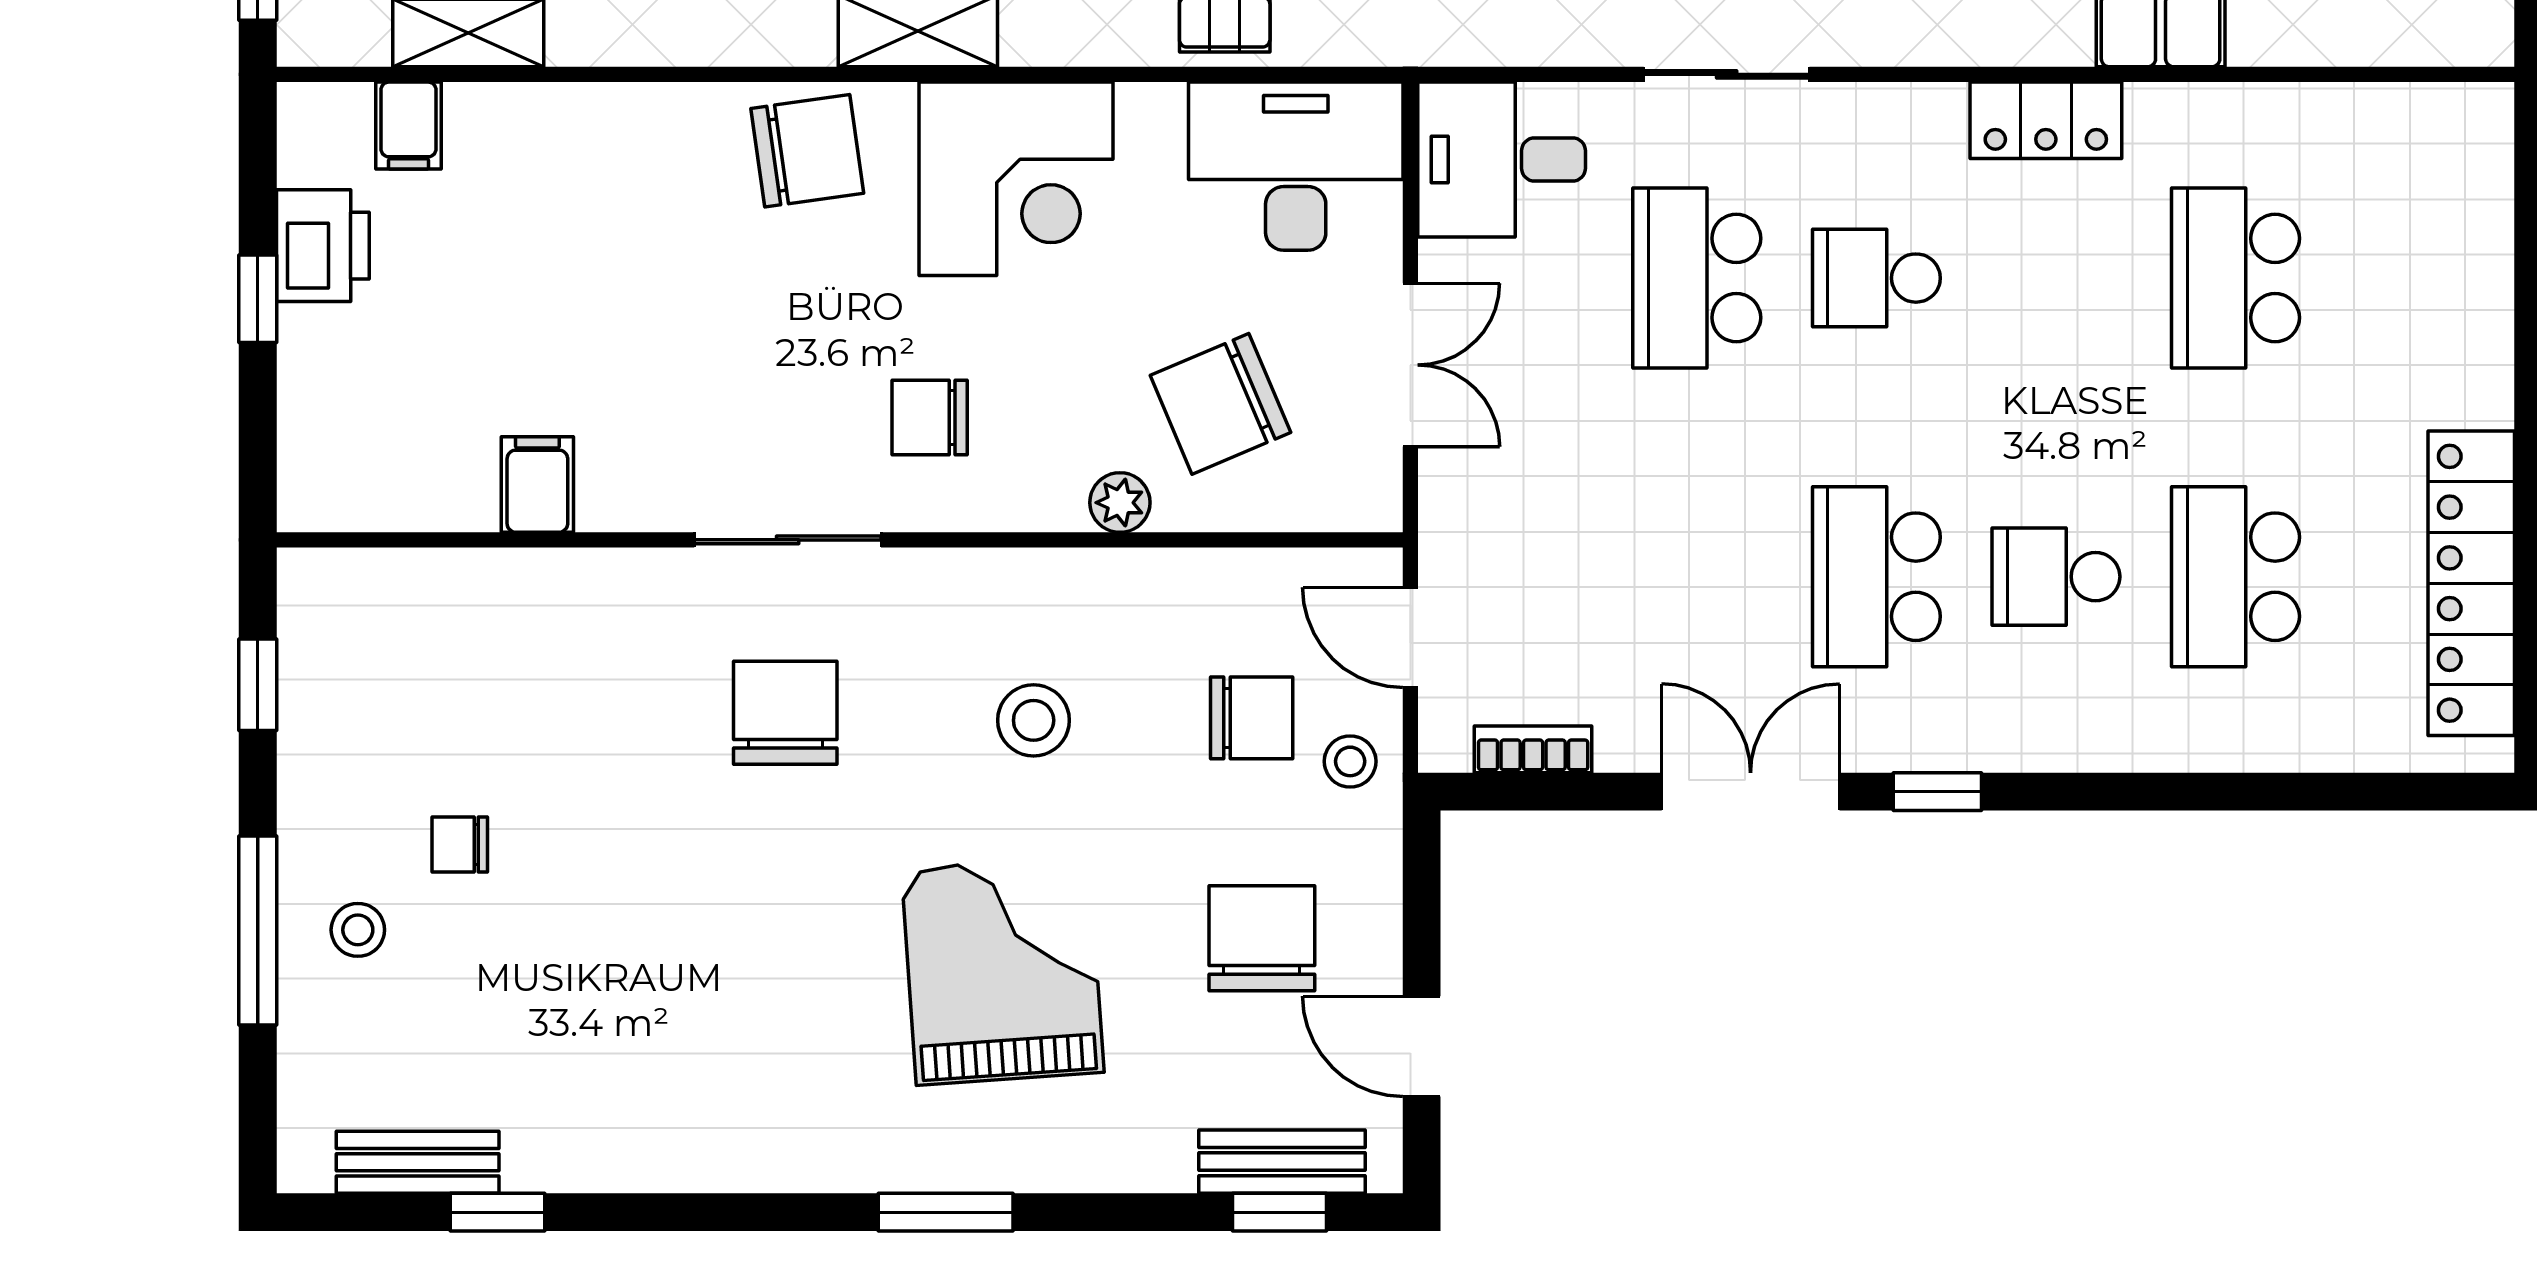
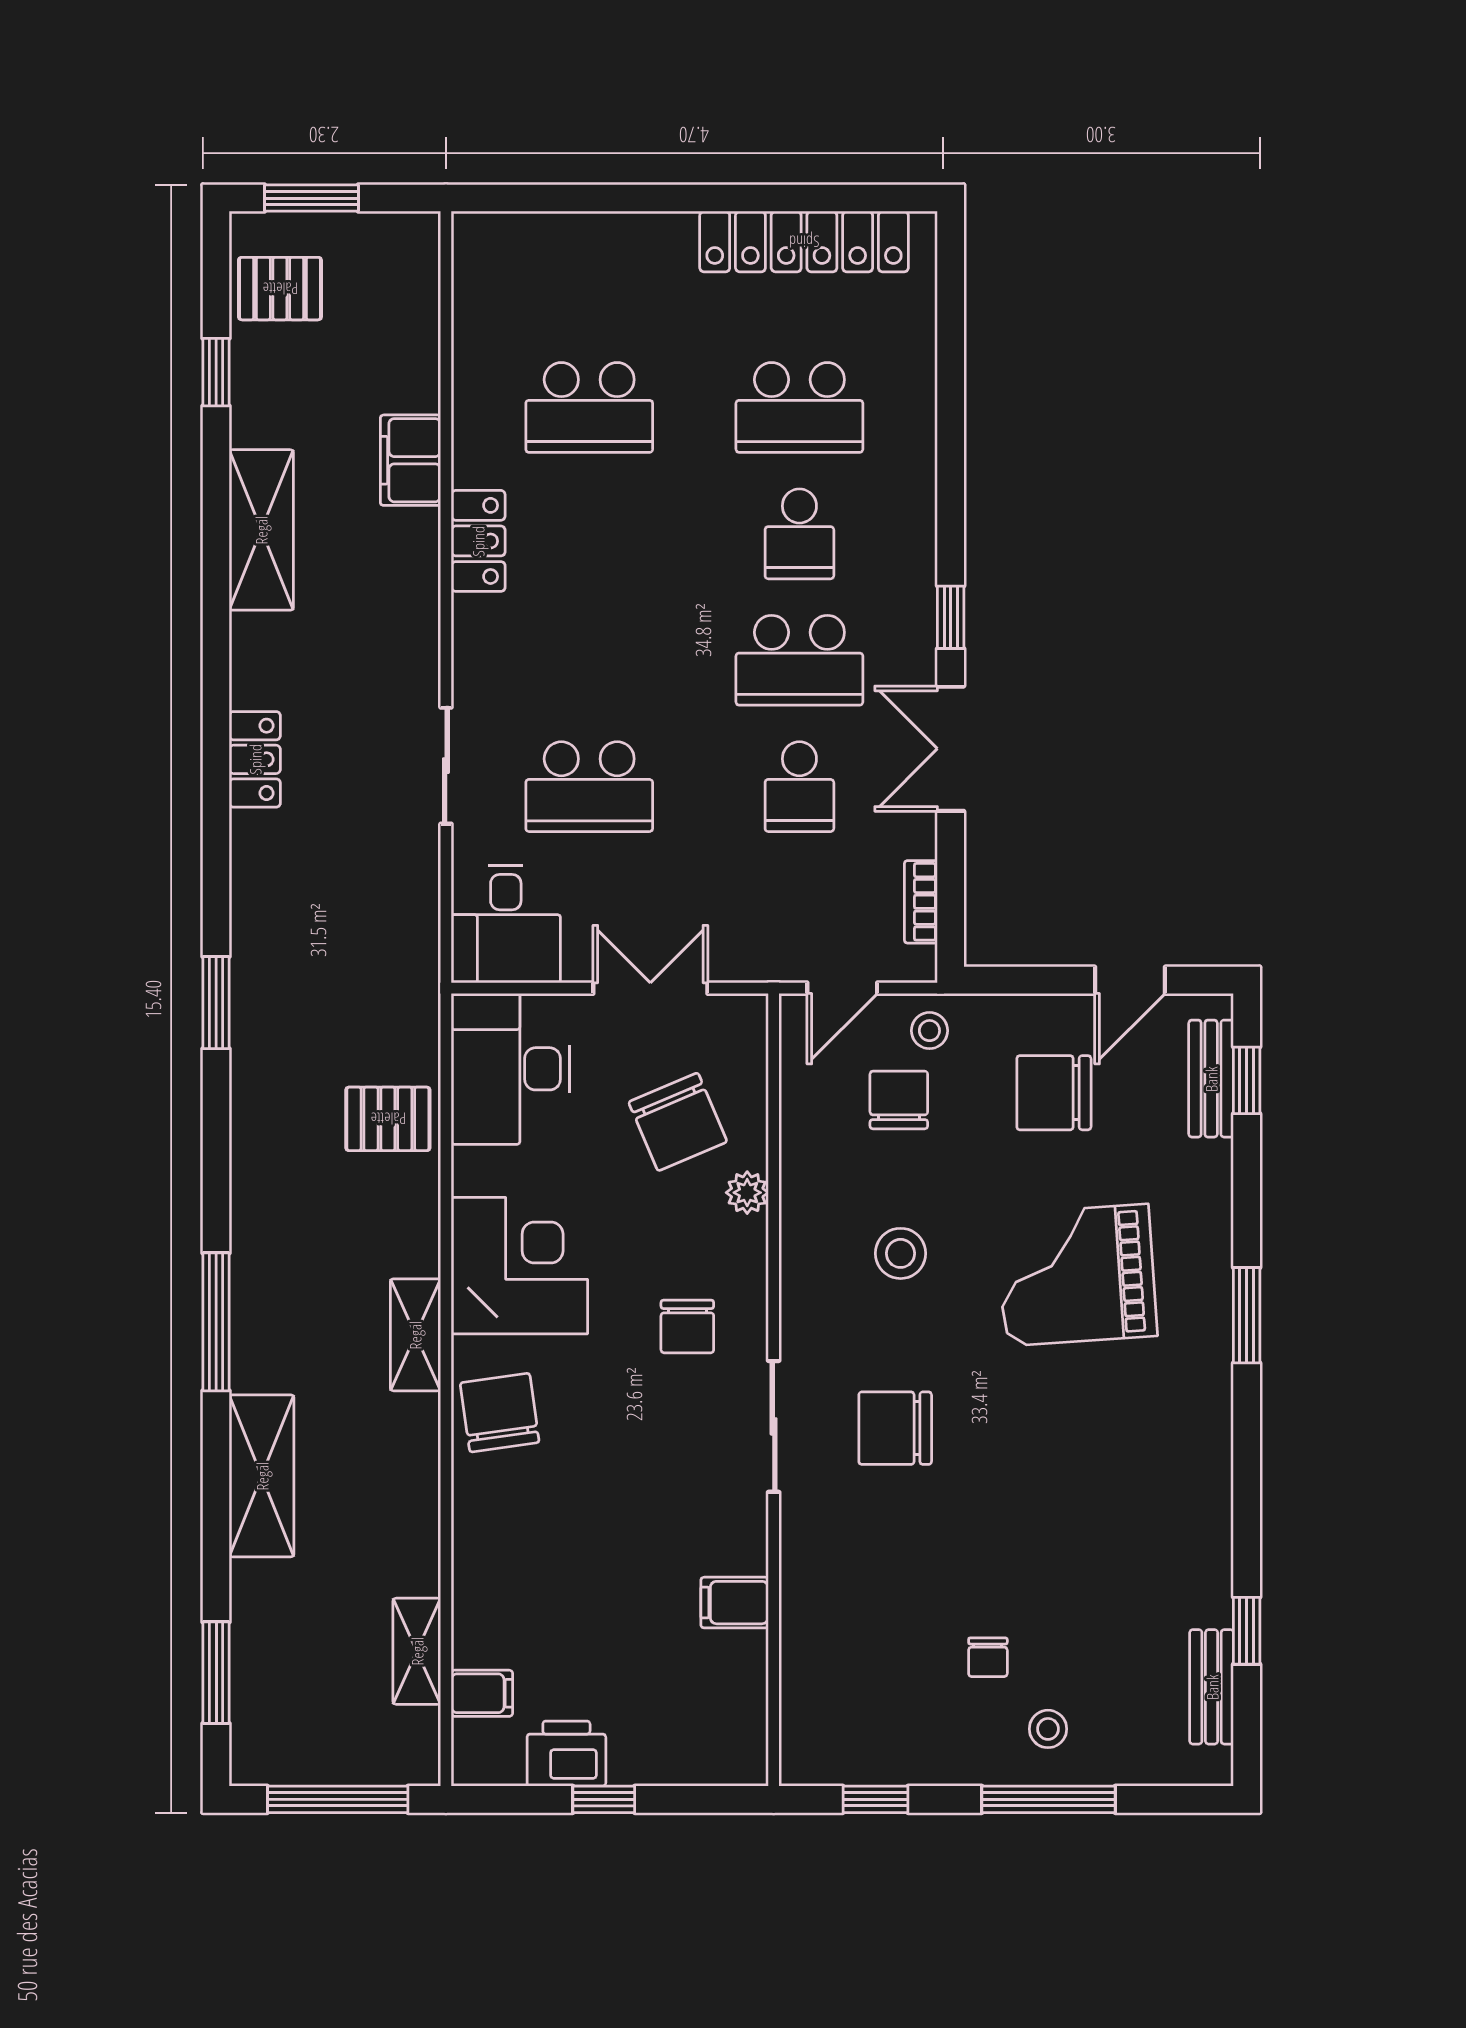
school desk: (1876, 278) -> (799, 787), moved

